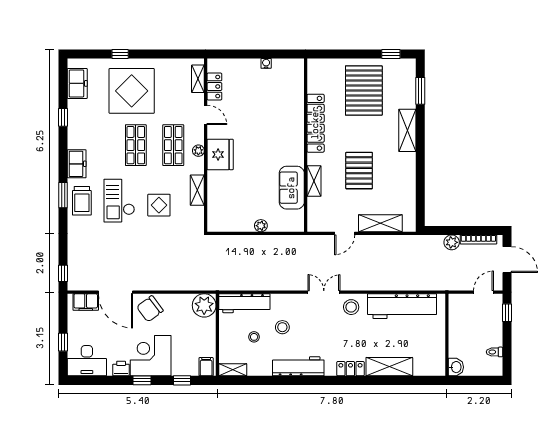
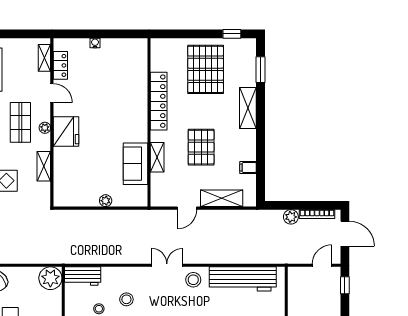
water cooler: (266, 63) -> (95, 43), moved
filing cabinet: (408, 192) -> (248, 168), added
workbench: (244, 303) -> (83, 276), width x0.73

